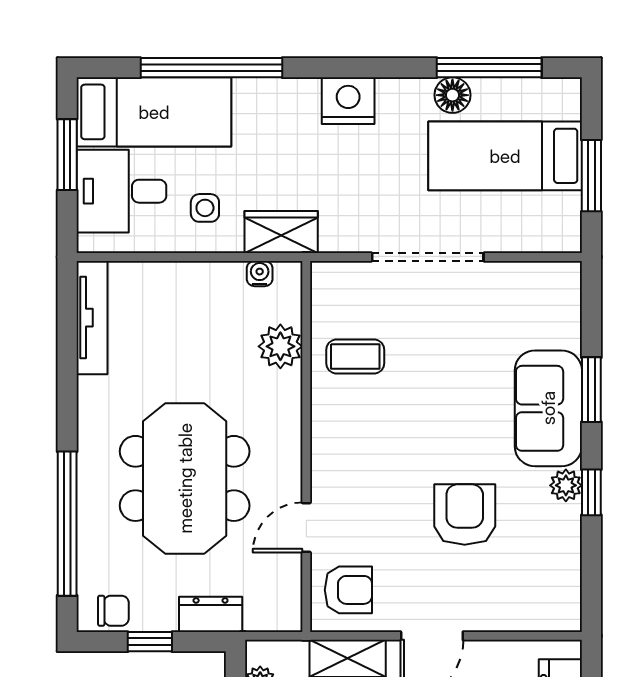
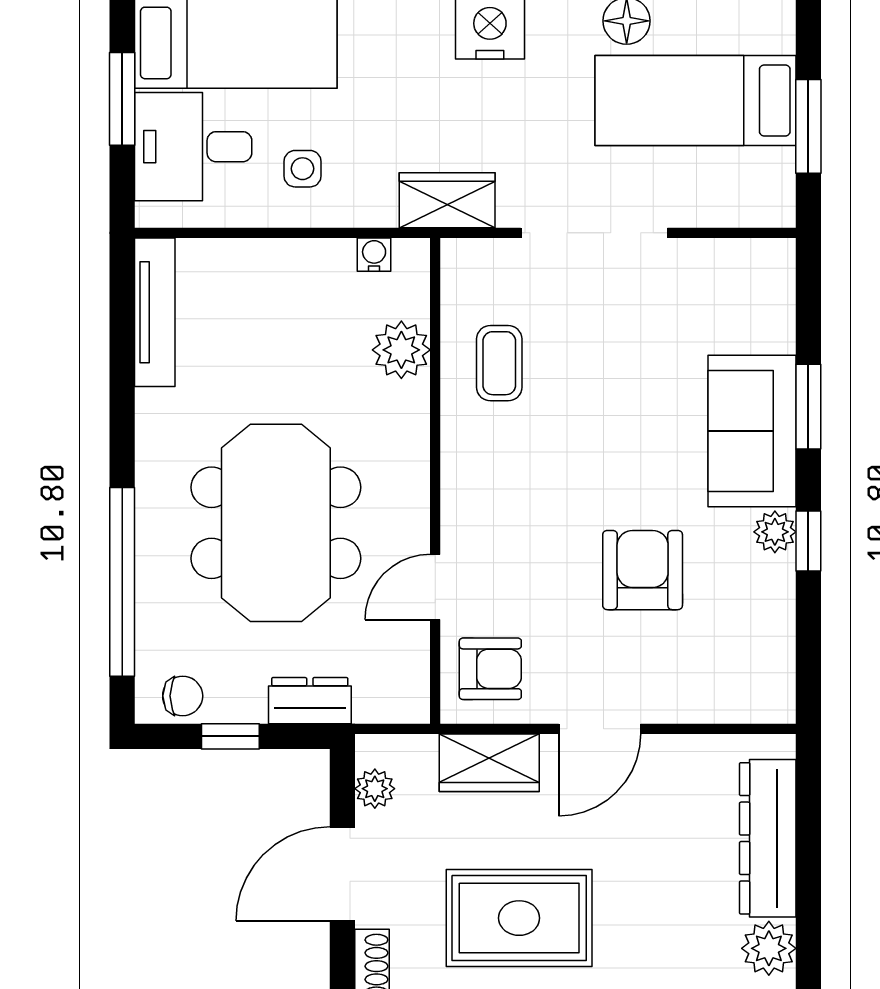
wardrobe: (281, 232) -> (447, 200), moved
coffee table: (355, 357) -> (499, 363), turned 90

